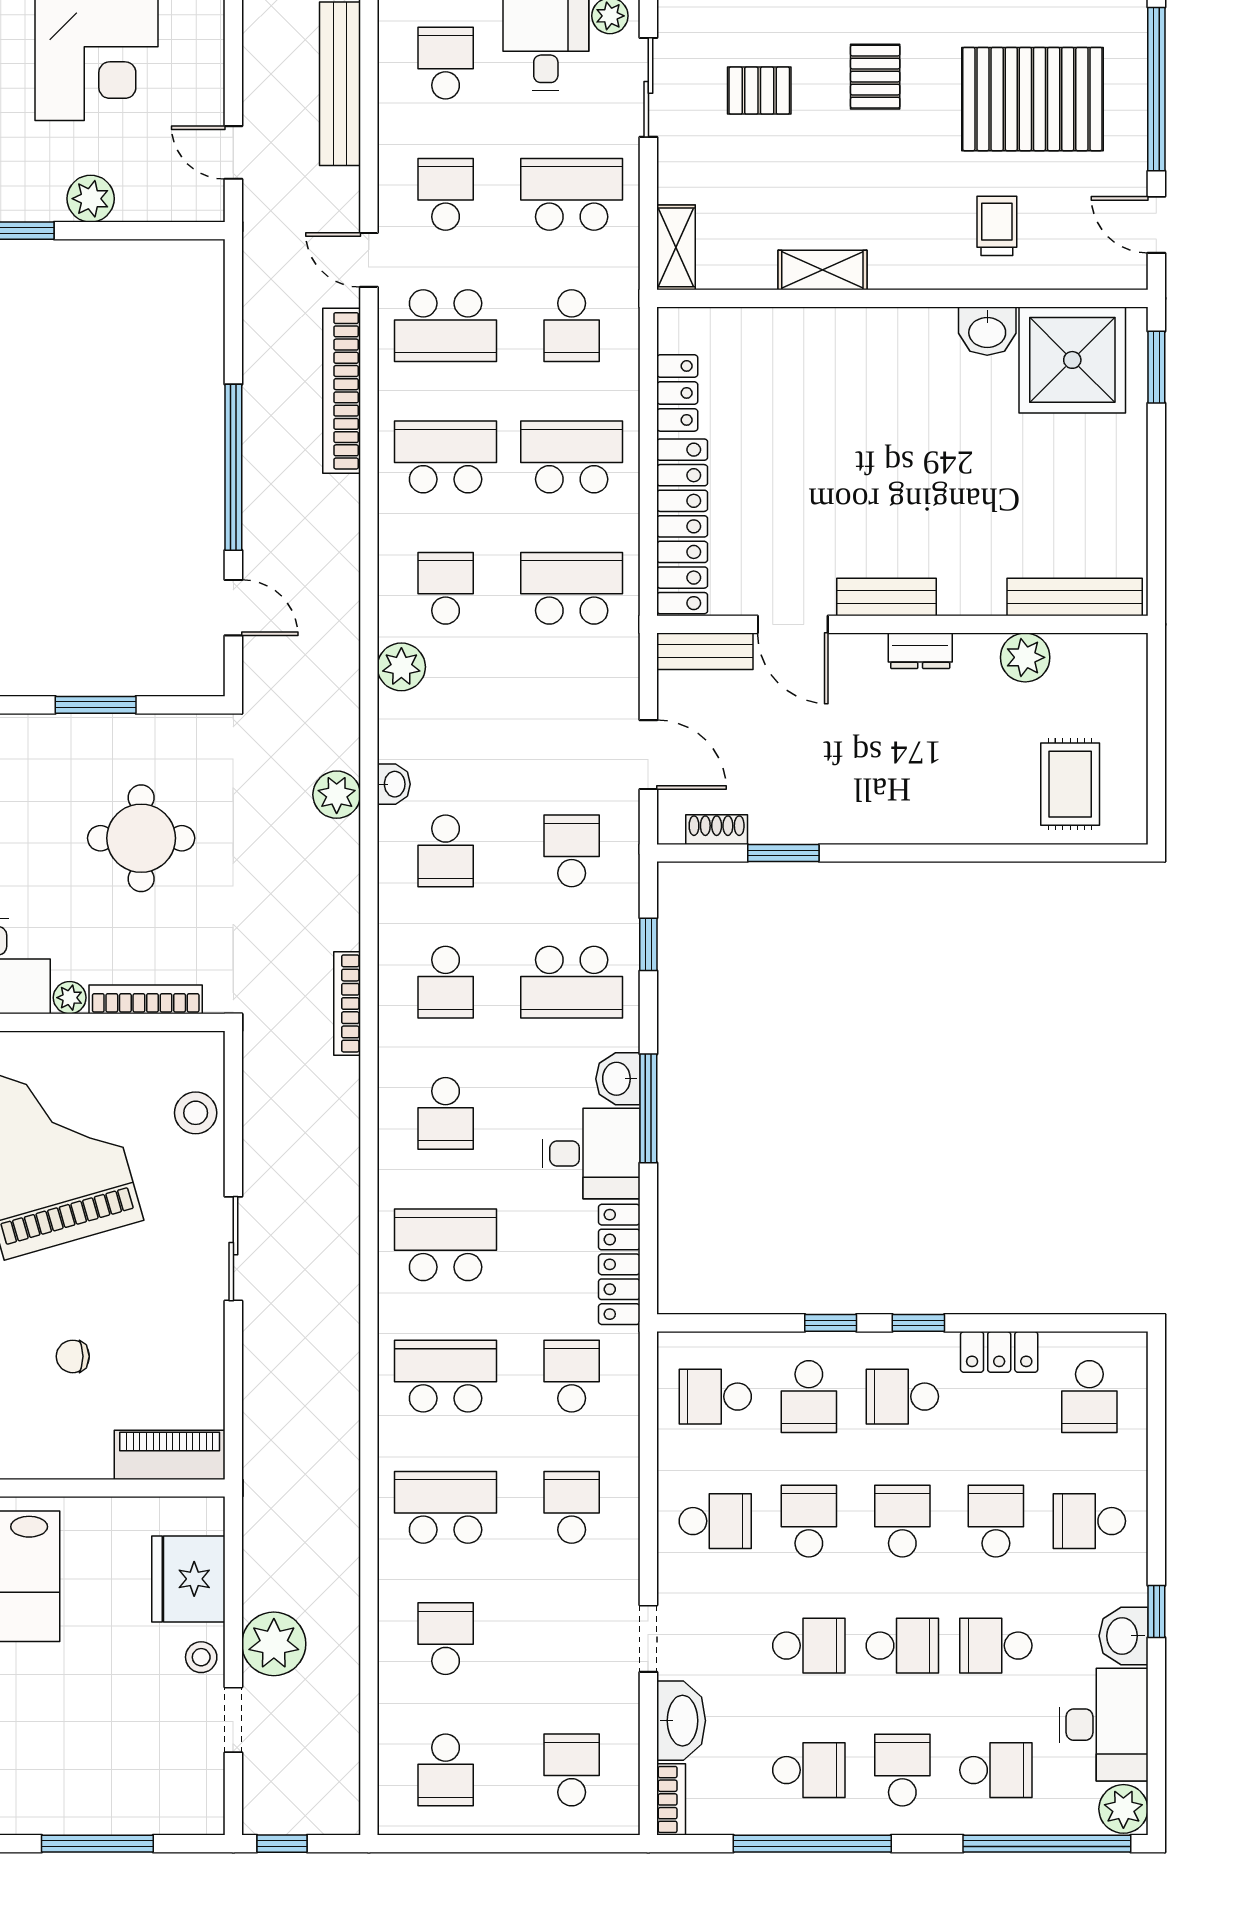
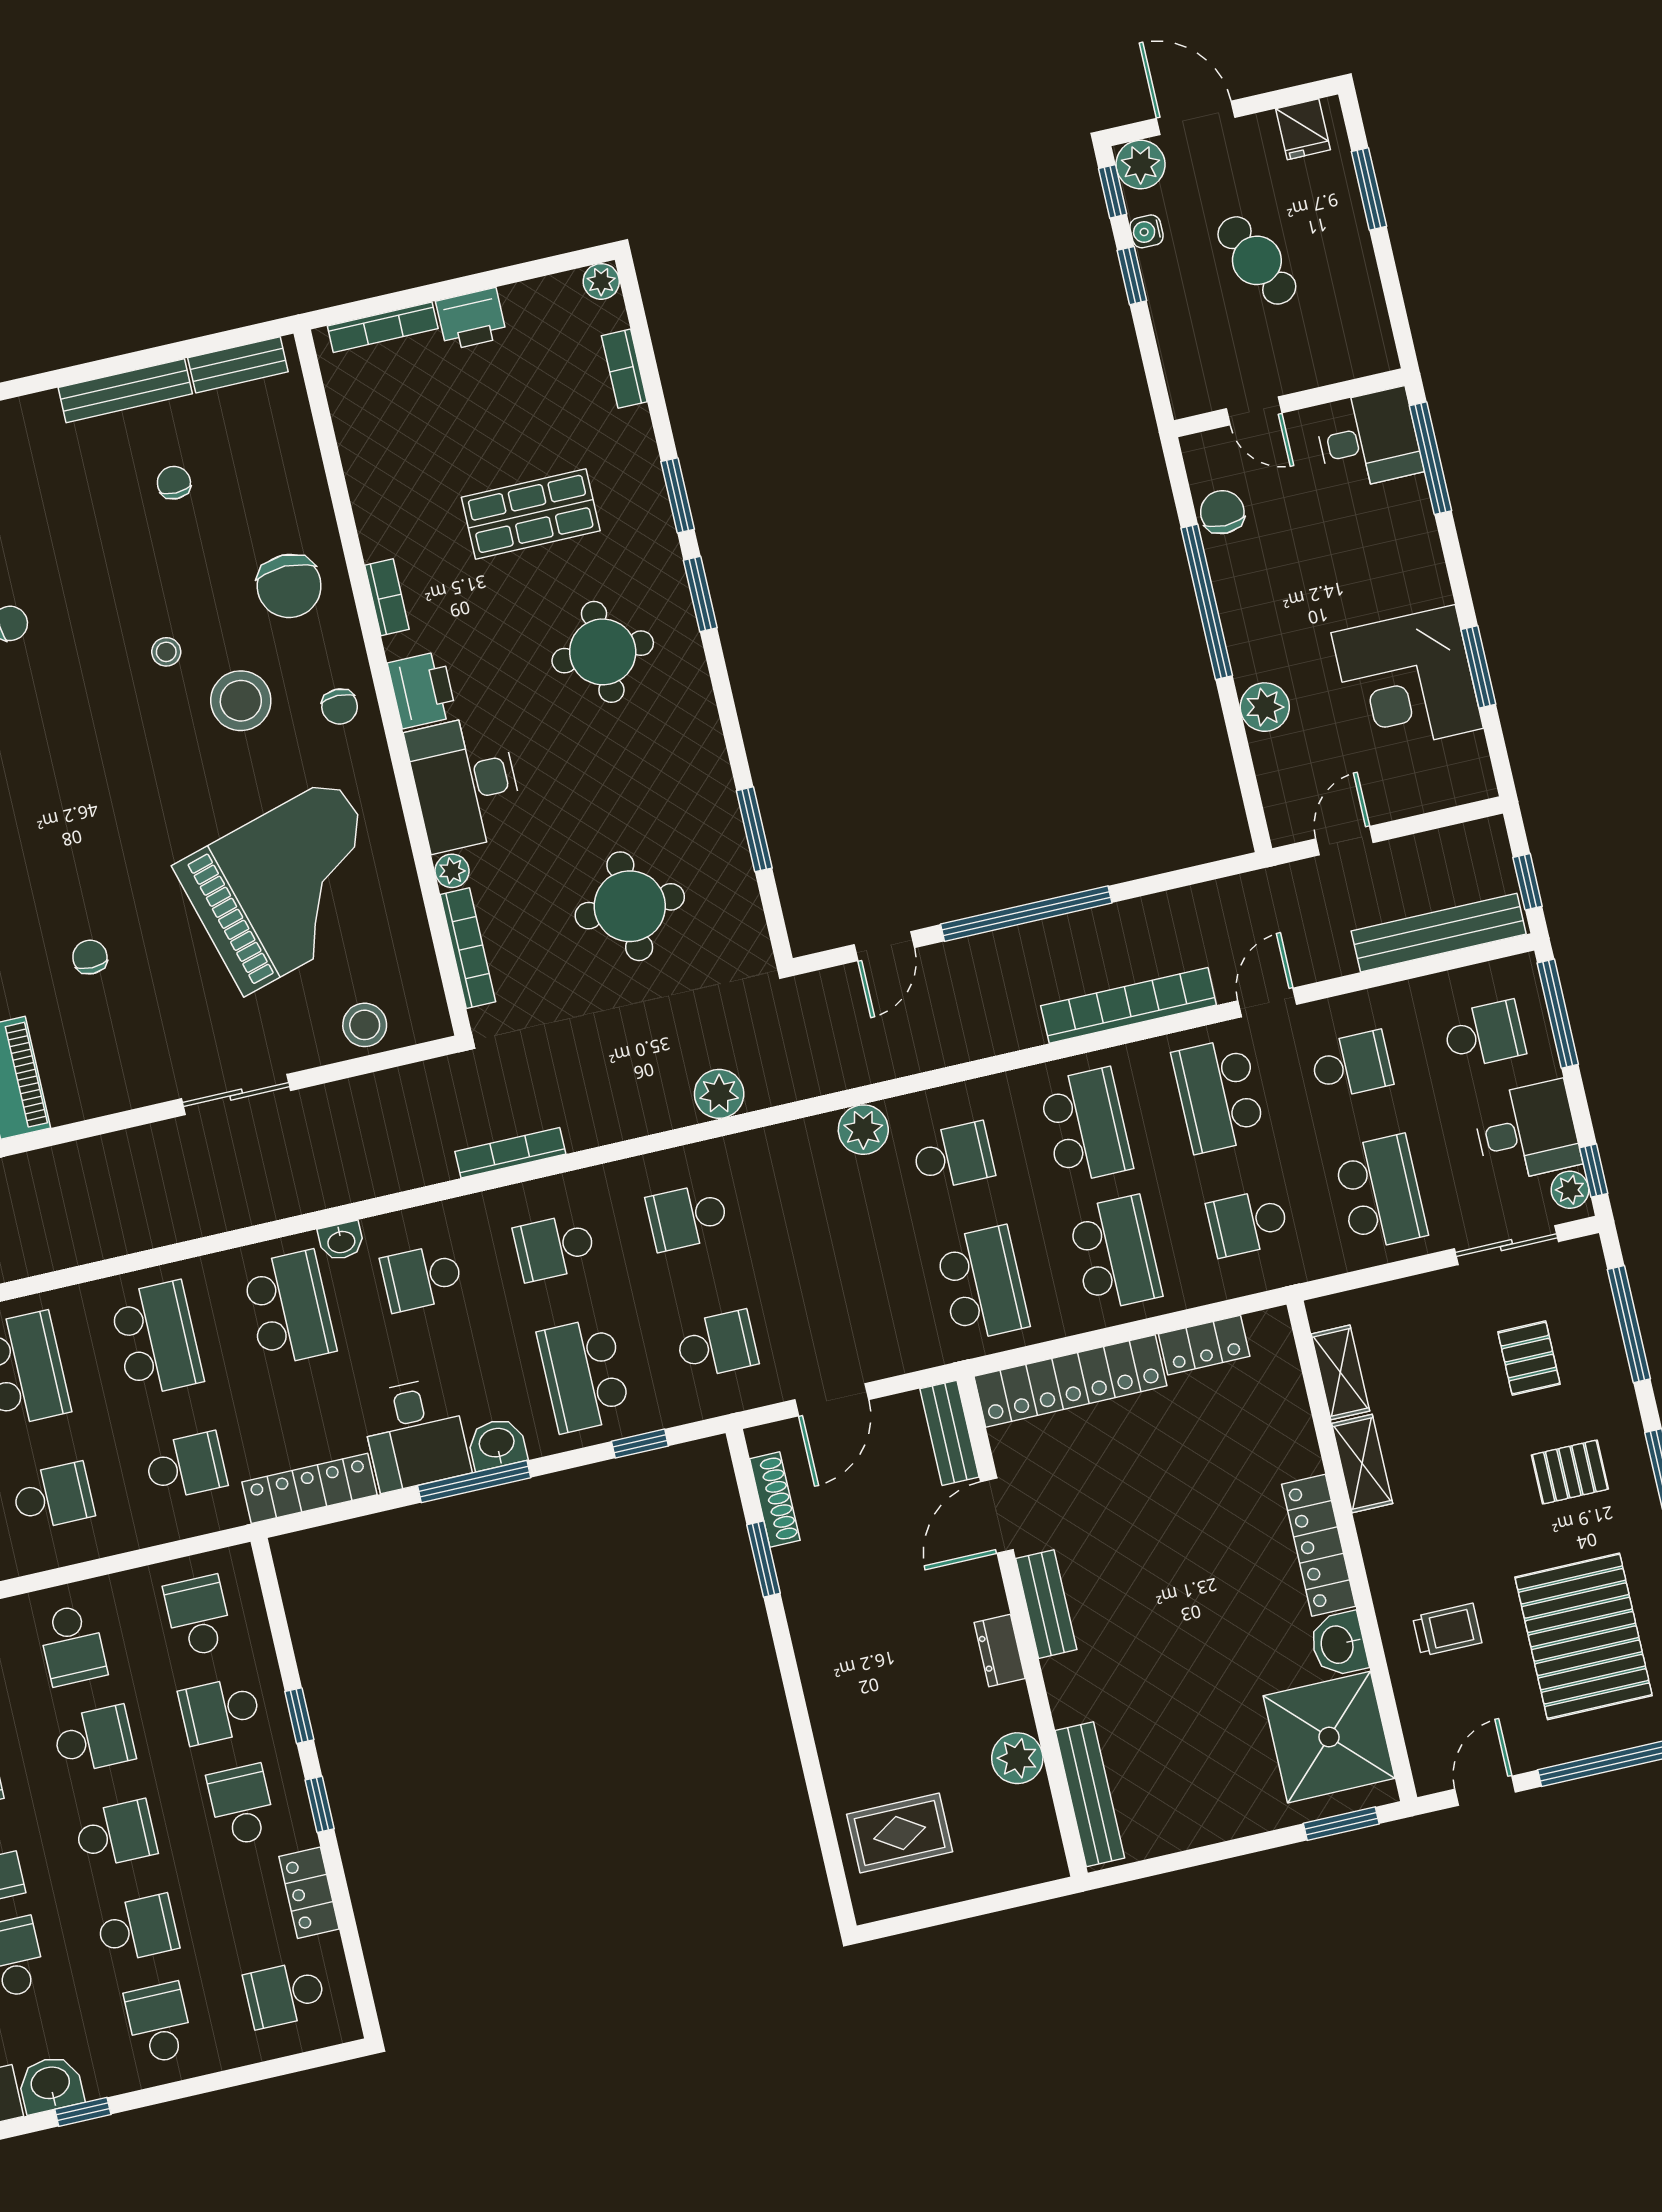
shelving: (676, 247) -> (1340, 1372), moved, turned 90
locker: (890, 328) -> (1319, 1545), added
washbasin: (394, 784) -> (341, 1241), moved
shoe rack: (717, 830) -> (775, 1499), width x1.43

